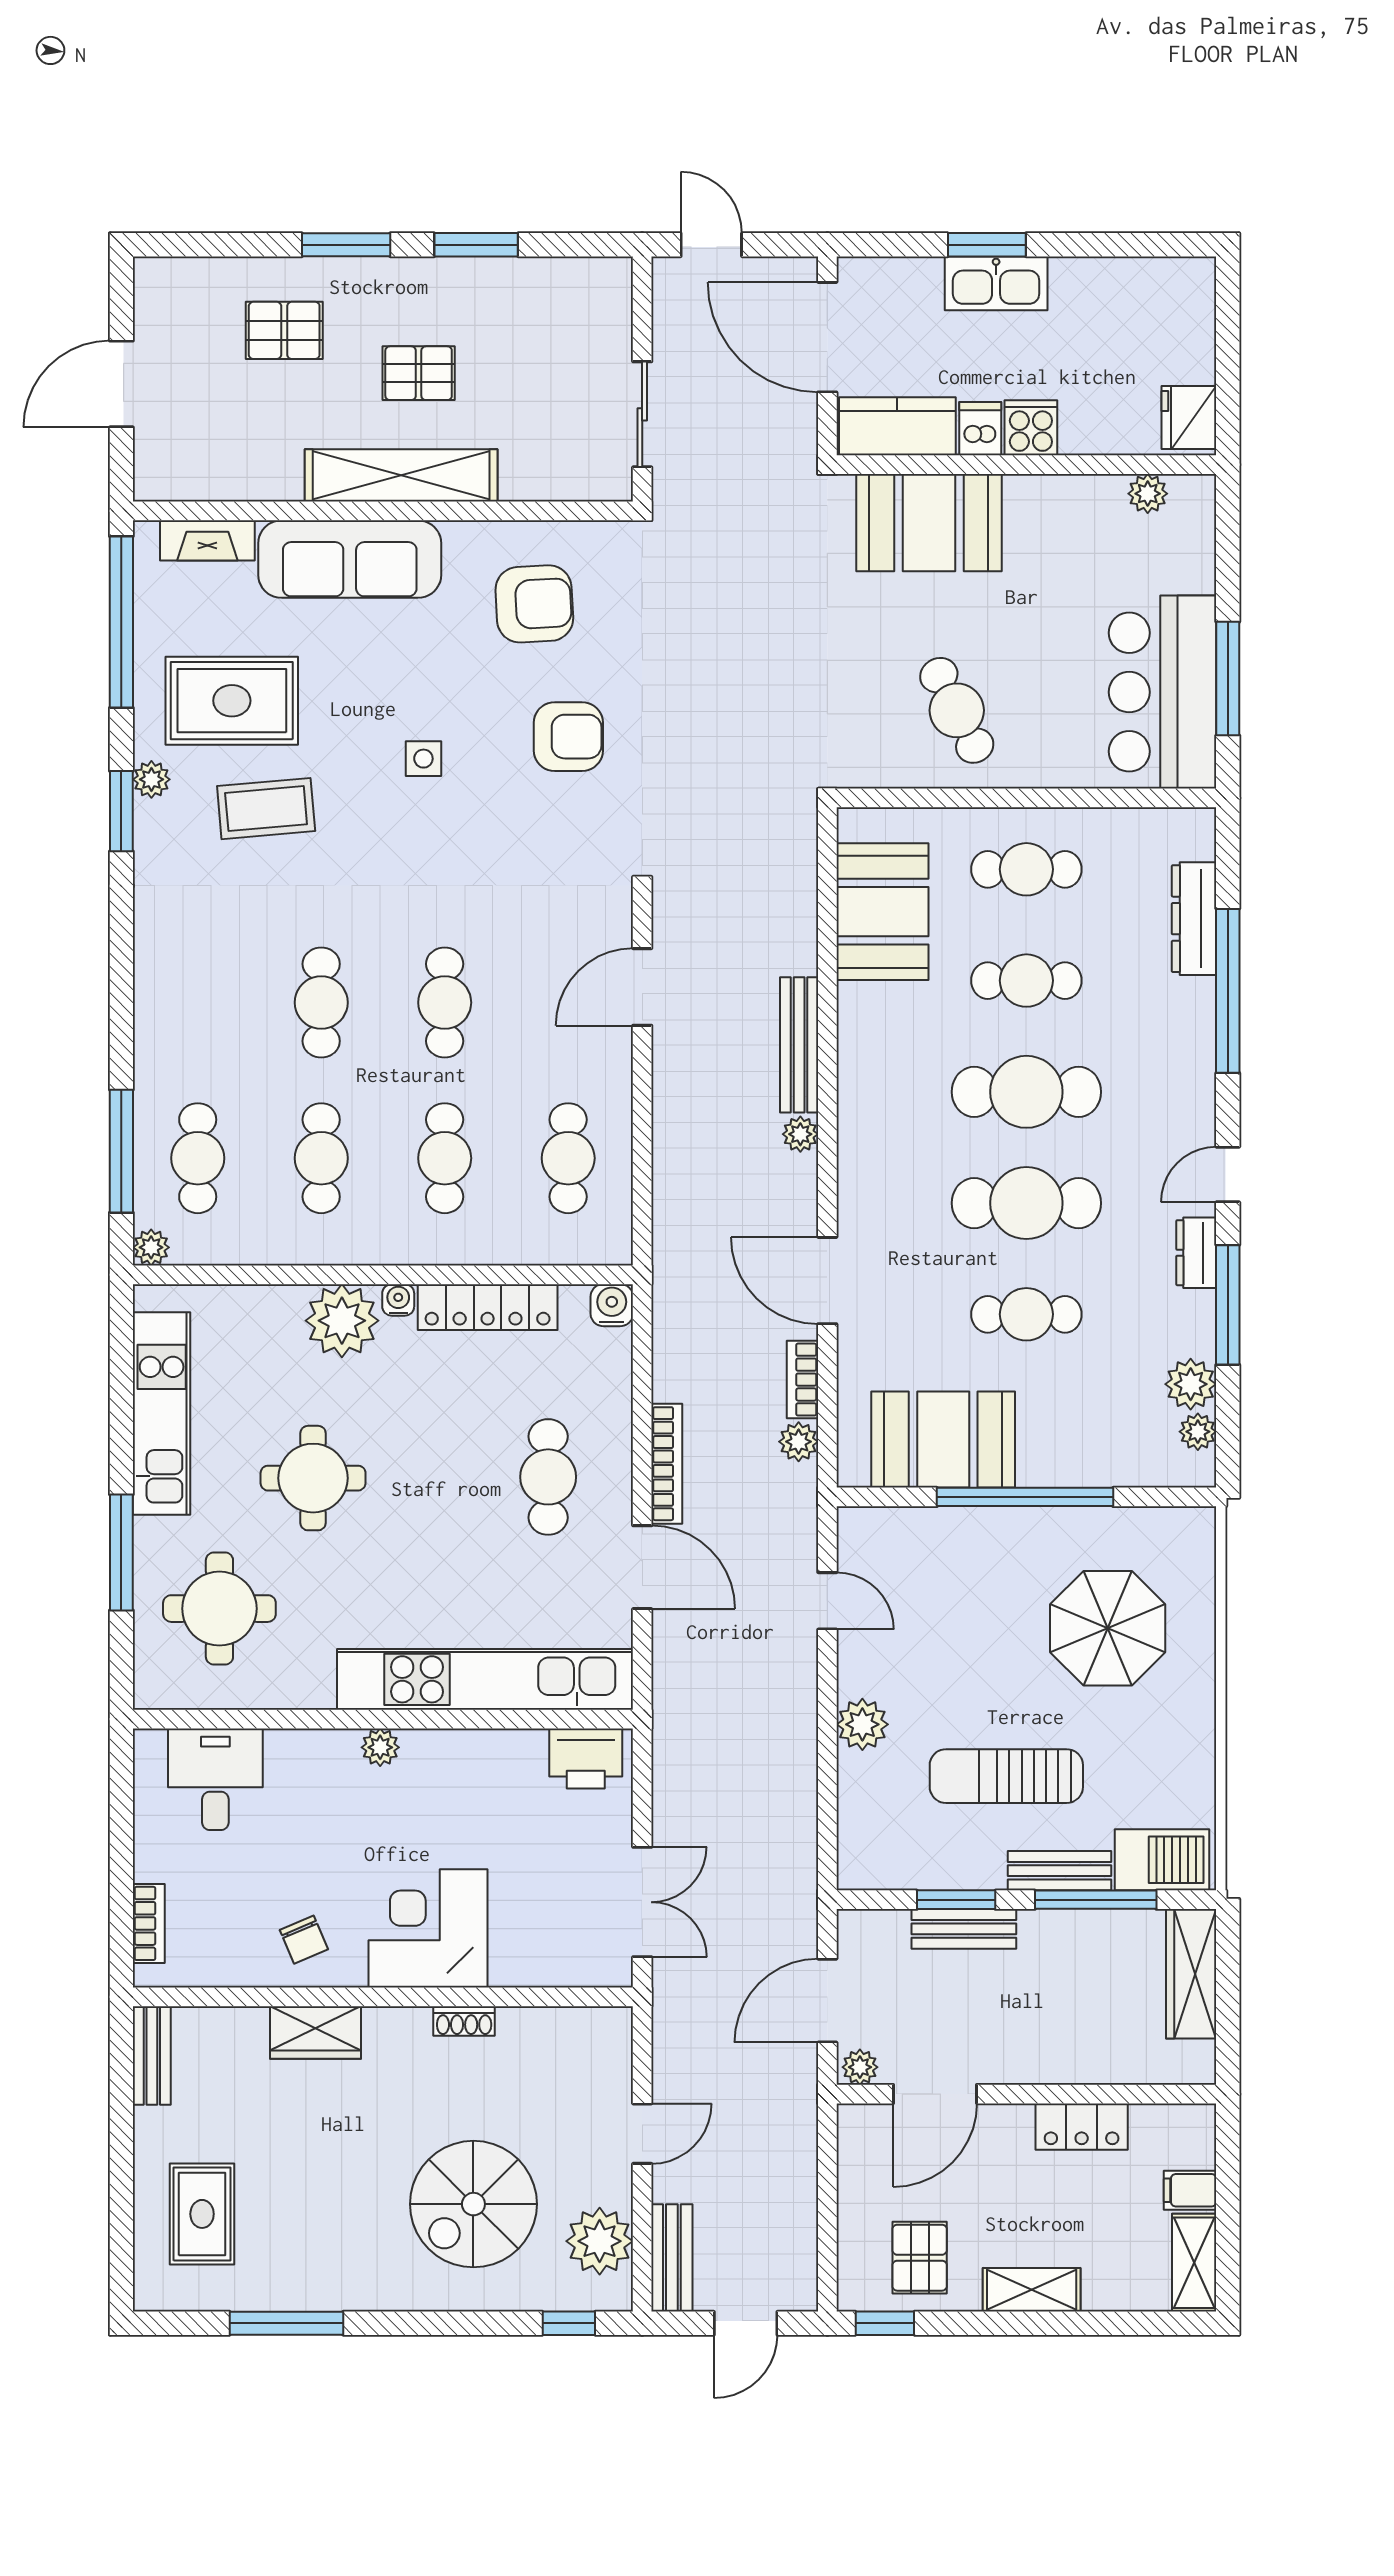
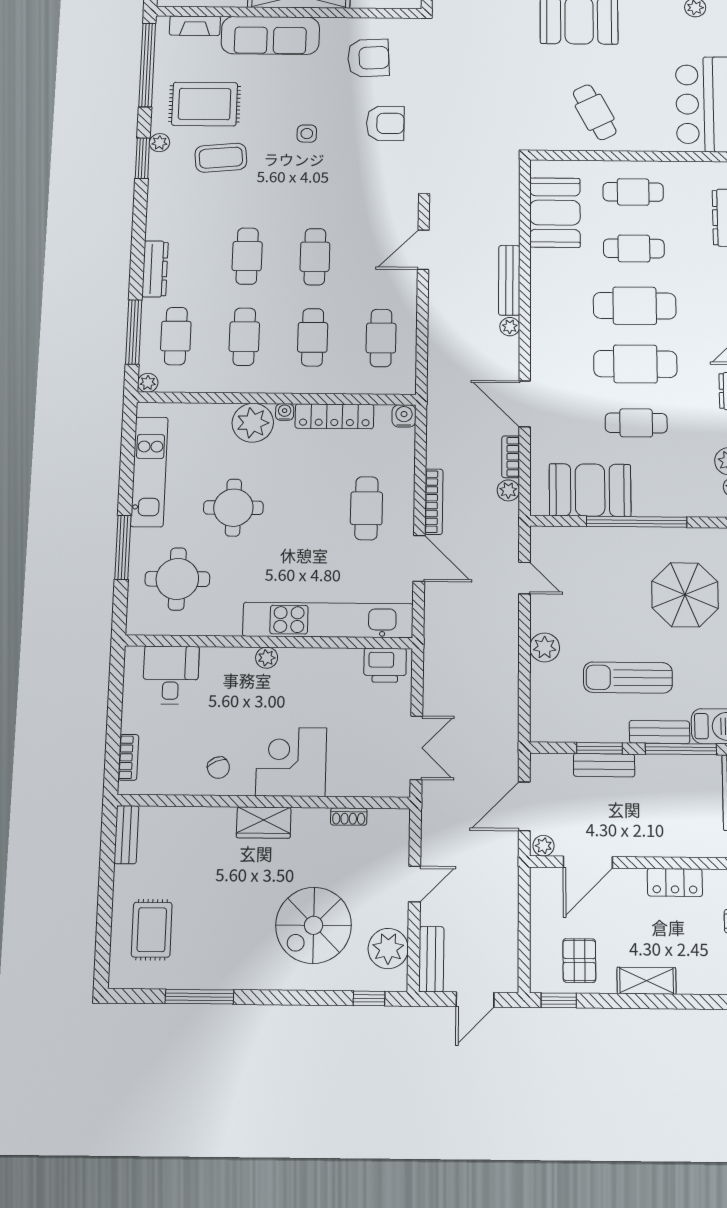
dresser: (154, 1029) -> (155, 269), added
shoe rack: (464, 2021) -> (349, 817), moved
wardrobe: (315, 2033) -> (264, 822), moved

